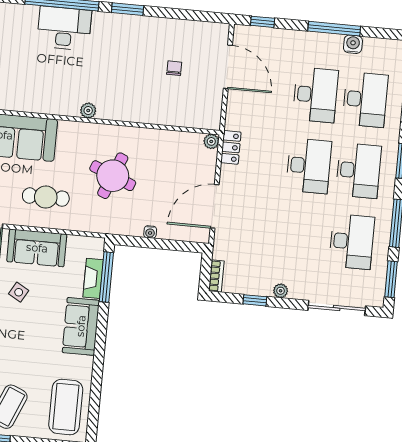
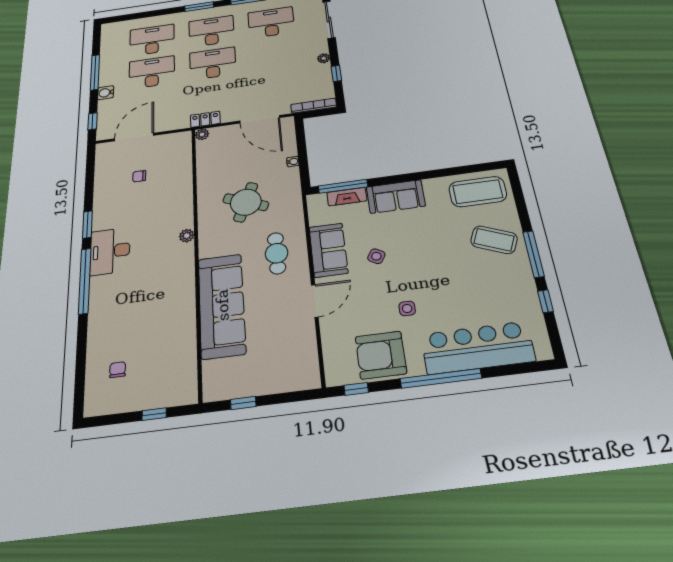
desk: (64, 28) -> (110, 251), moved
water cooler: (353, 44) -> (106, 93), moved
bookcase: (216, 276) -> (314, 106), width x1.56

